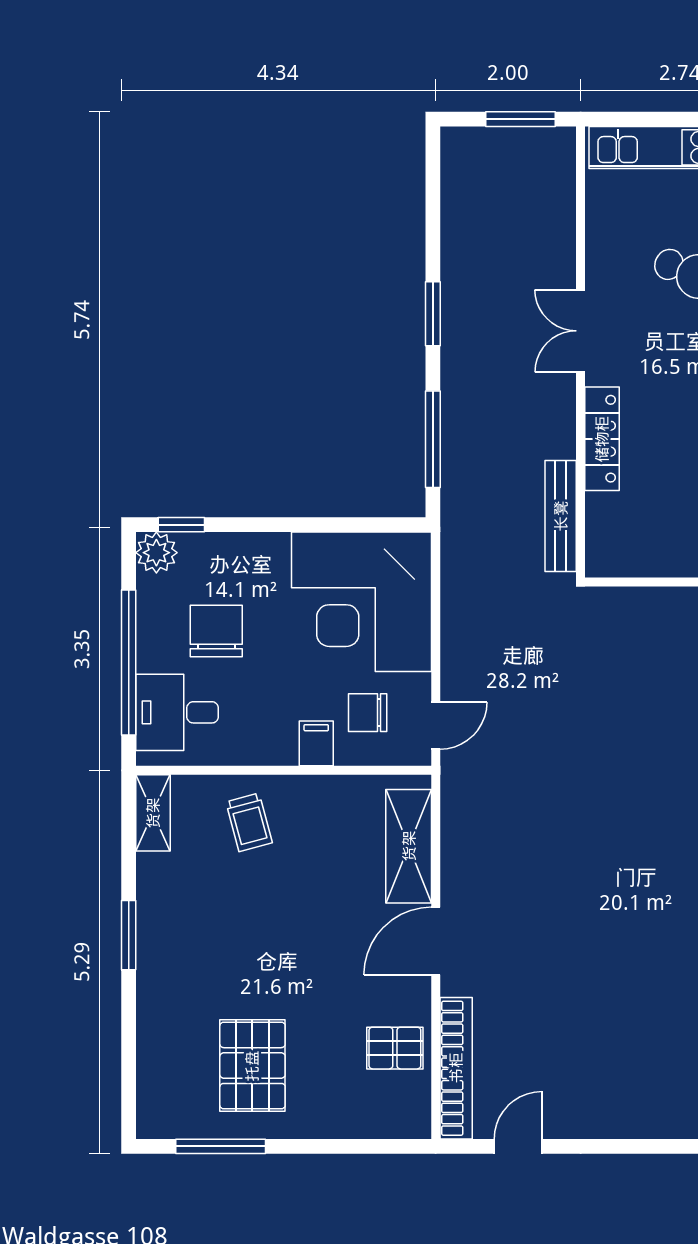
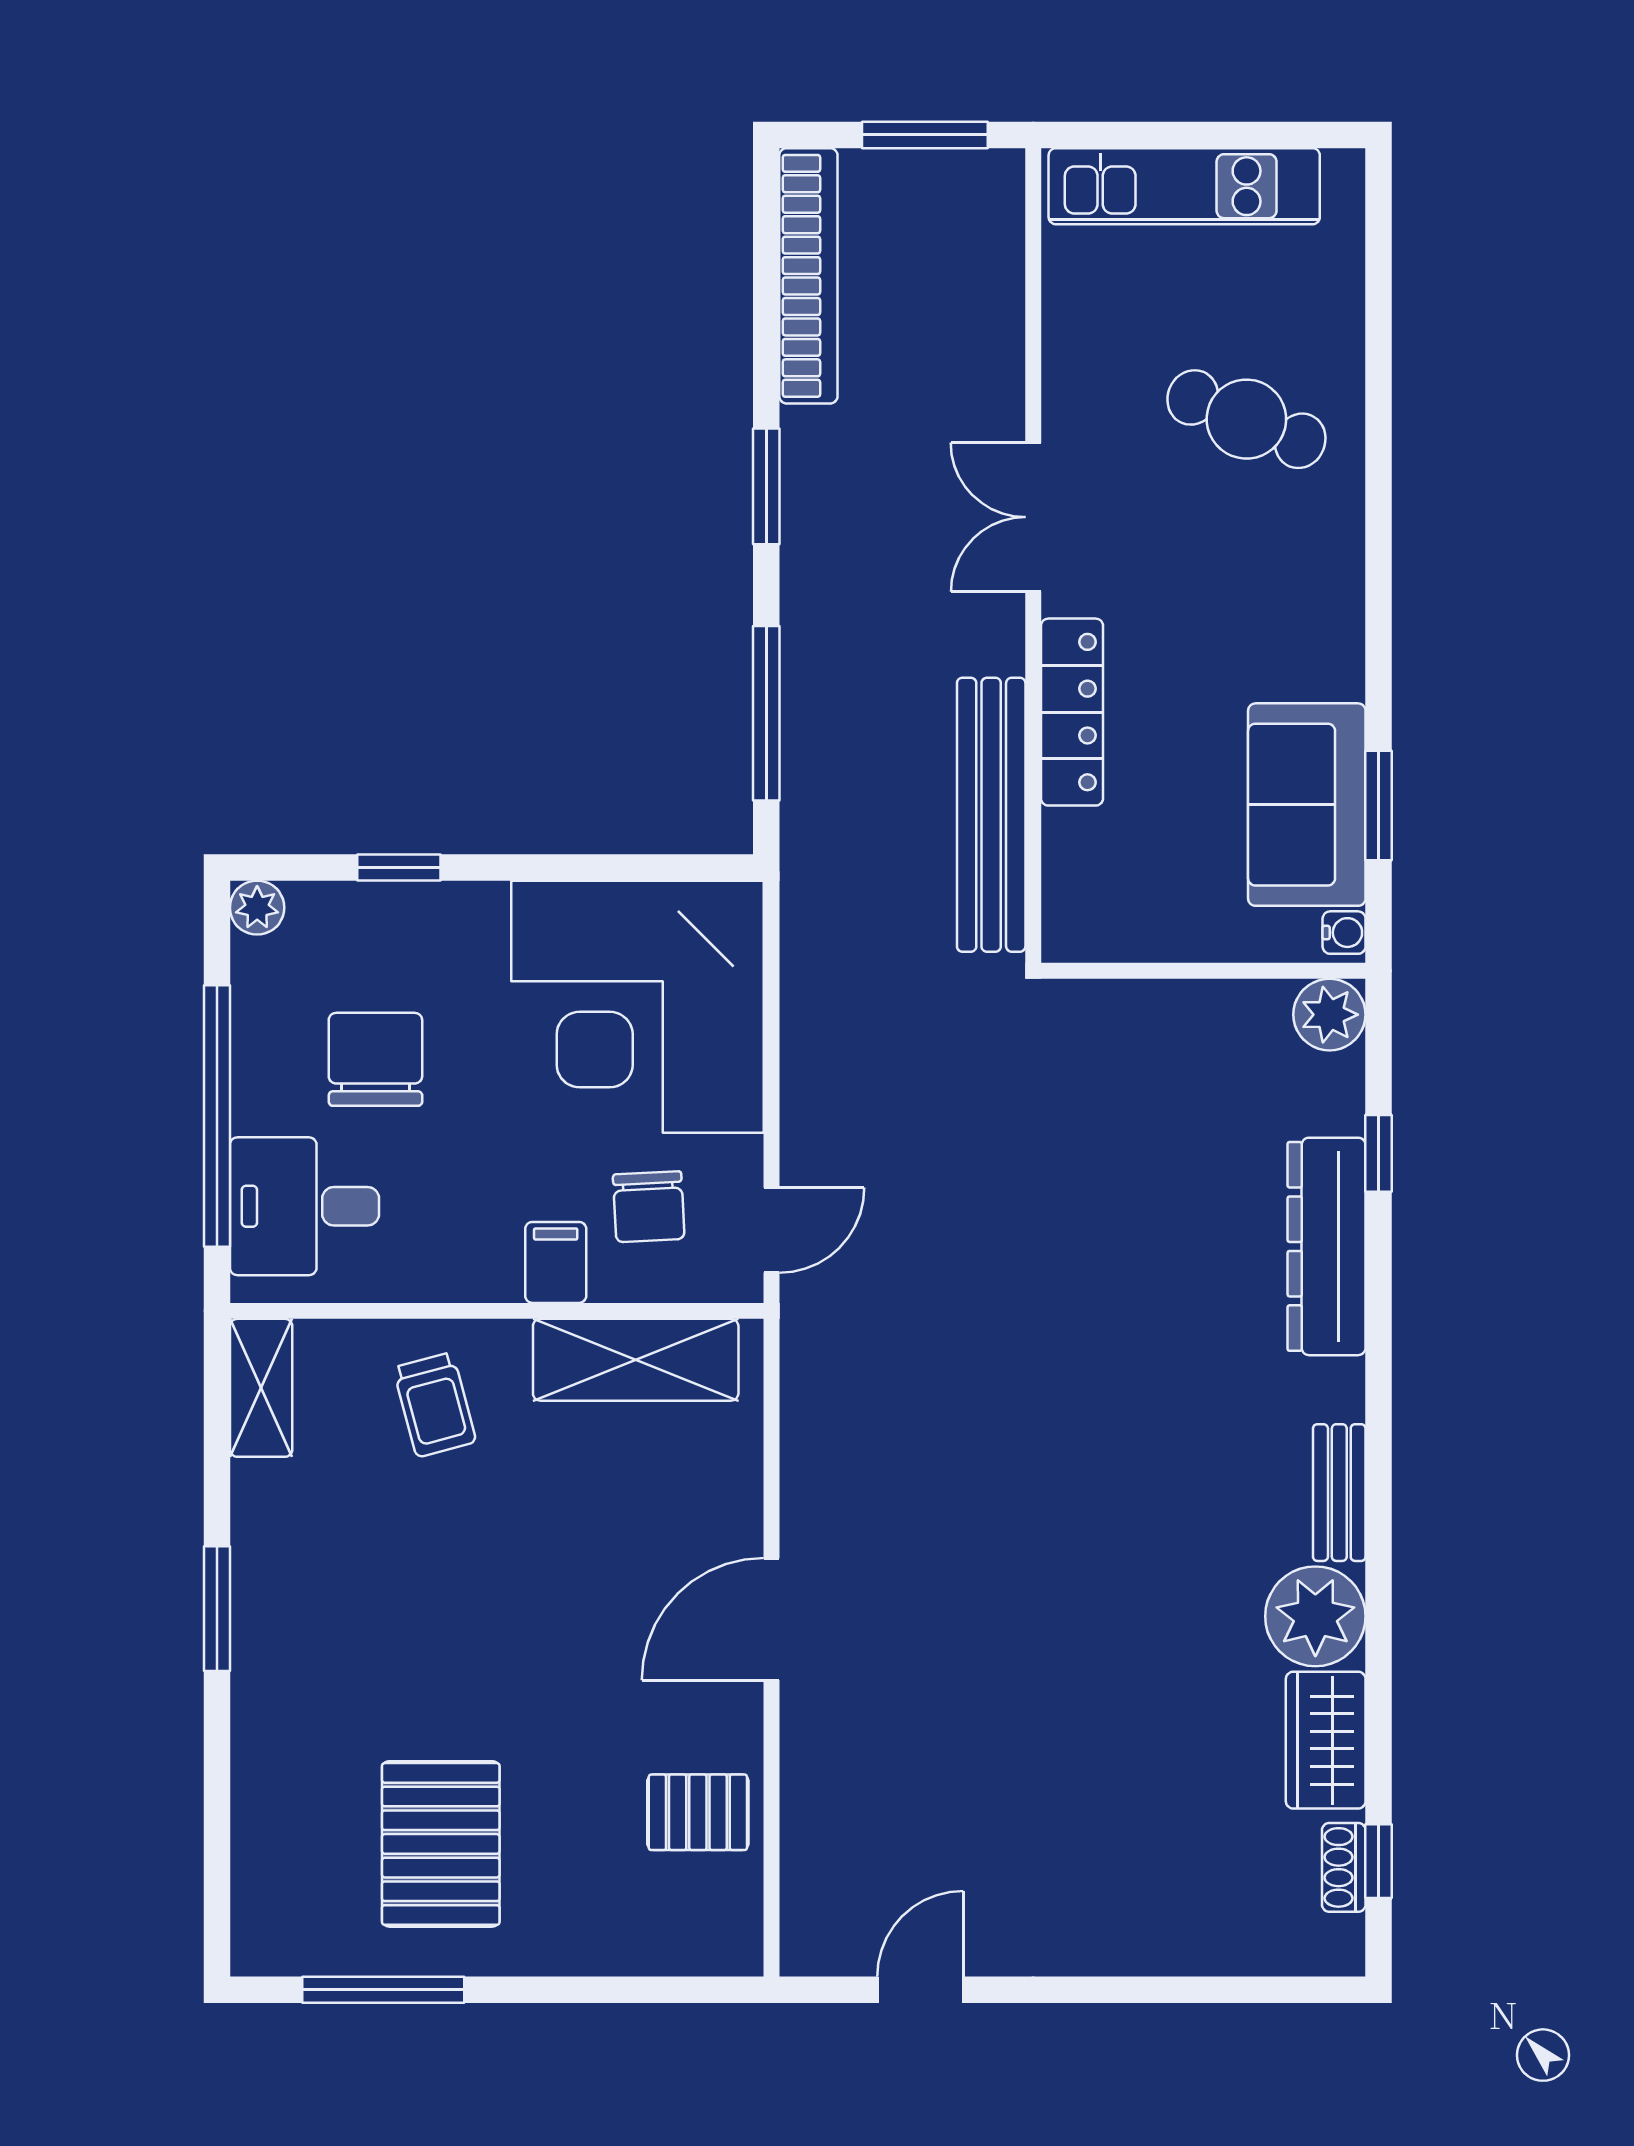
bench: (561, 516) -> (991, 815), width x1.37, depth x1.21
window: (181, 525) -> (399, 867), moved
plant: (156, 553) -> (257, 908), width x0.73, depth x0.73
chair: (368, 713) -> (649, 1207), turned -93
shelving: (409, 846) -> (636, 1360), moved, turned 90
bookcase: (456, 1068) -> (808, 276), moved

